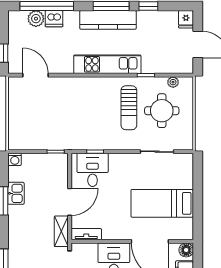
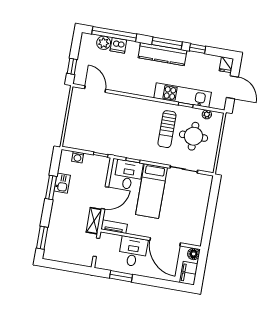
kitchen unit: (107, 64) -> (183, 95), moved
washing machine: (15, 159) -> (78, 157), moved
bed: (162, 203) -> (151, 191), moved, turned -90

